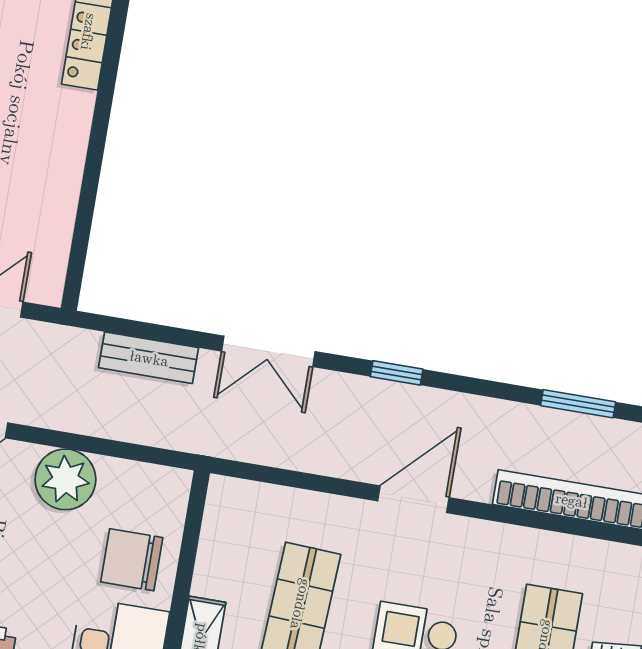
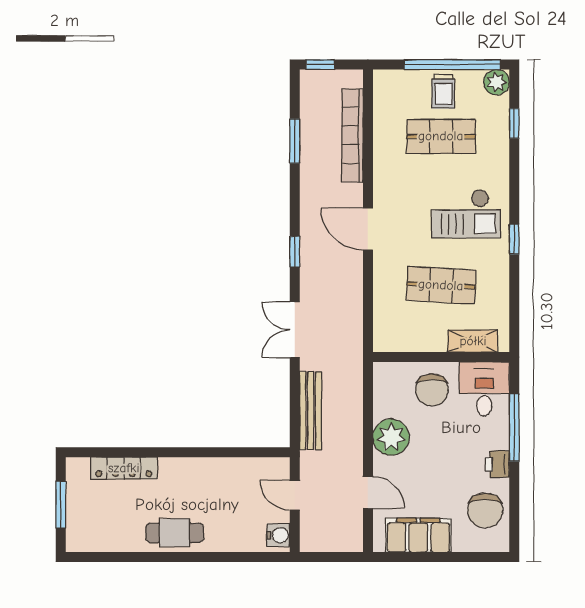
double door: (268, 351) -> (295, 330), swing flipped
bench: (149, 358) -> (311, 411), width x1.36

